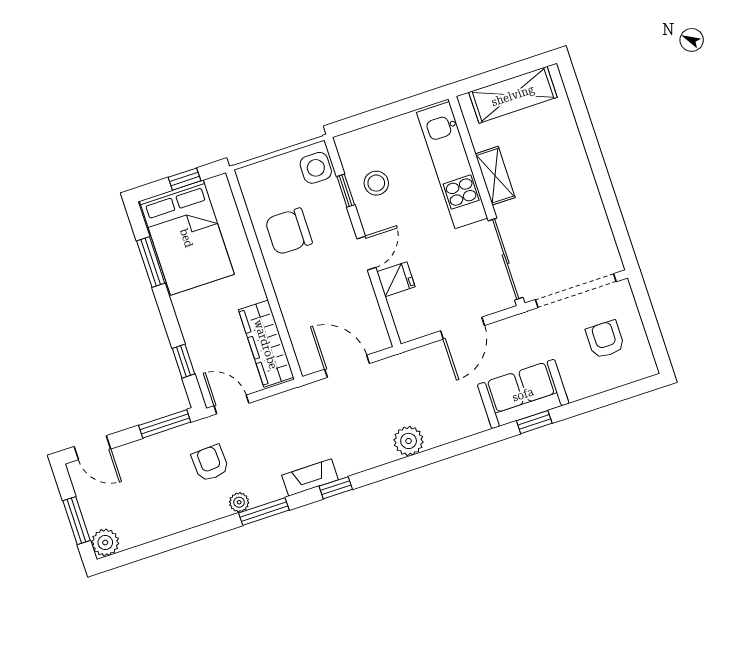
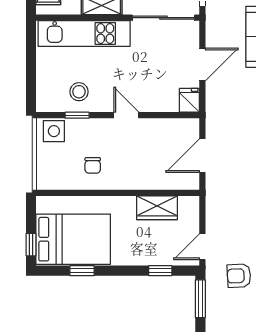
window: (185, 179) -> (31, 245), moved
chair: (289, 231) -> (93, 165), width x0.54, depth x0.54
window: (151, 262) -> (82, 271), width x0.67
fridge: (396, 279) -> (189, 100), moved
door: (462, 328) -> (202, 65), hinge flipped
wardrobe: (266, 344) -> (157, 208), width x0.67

